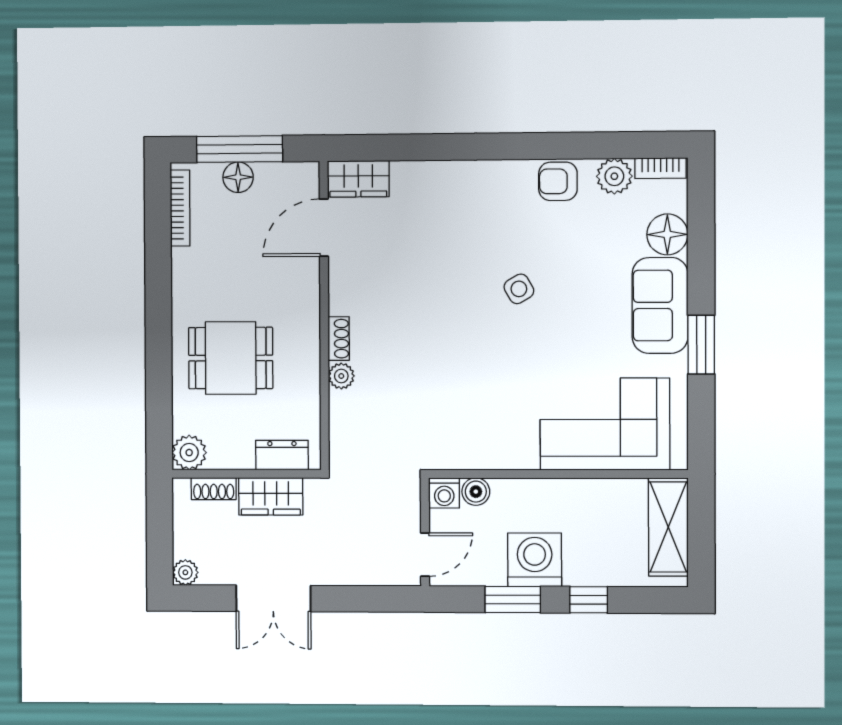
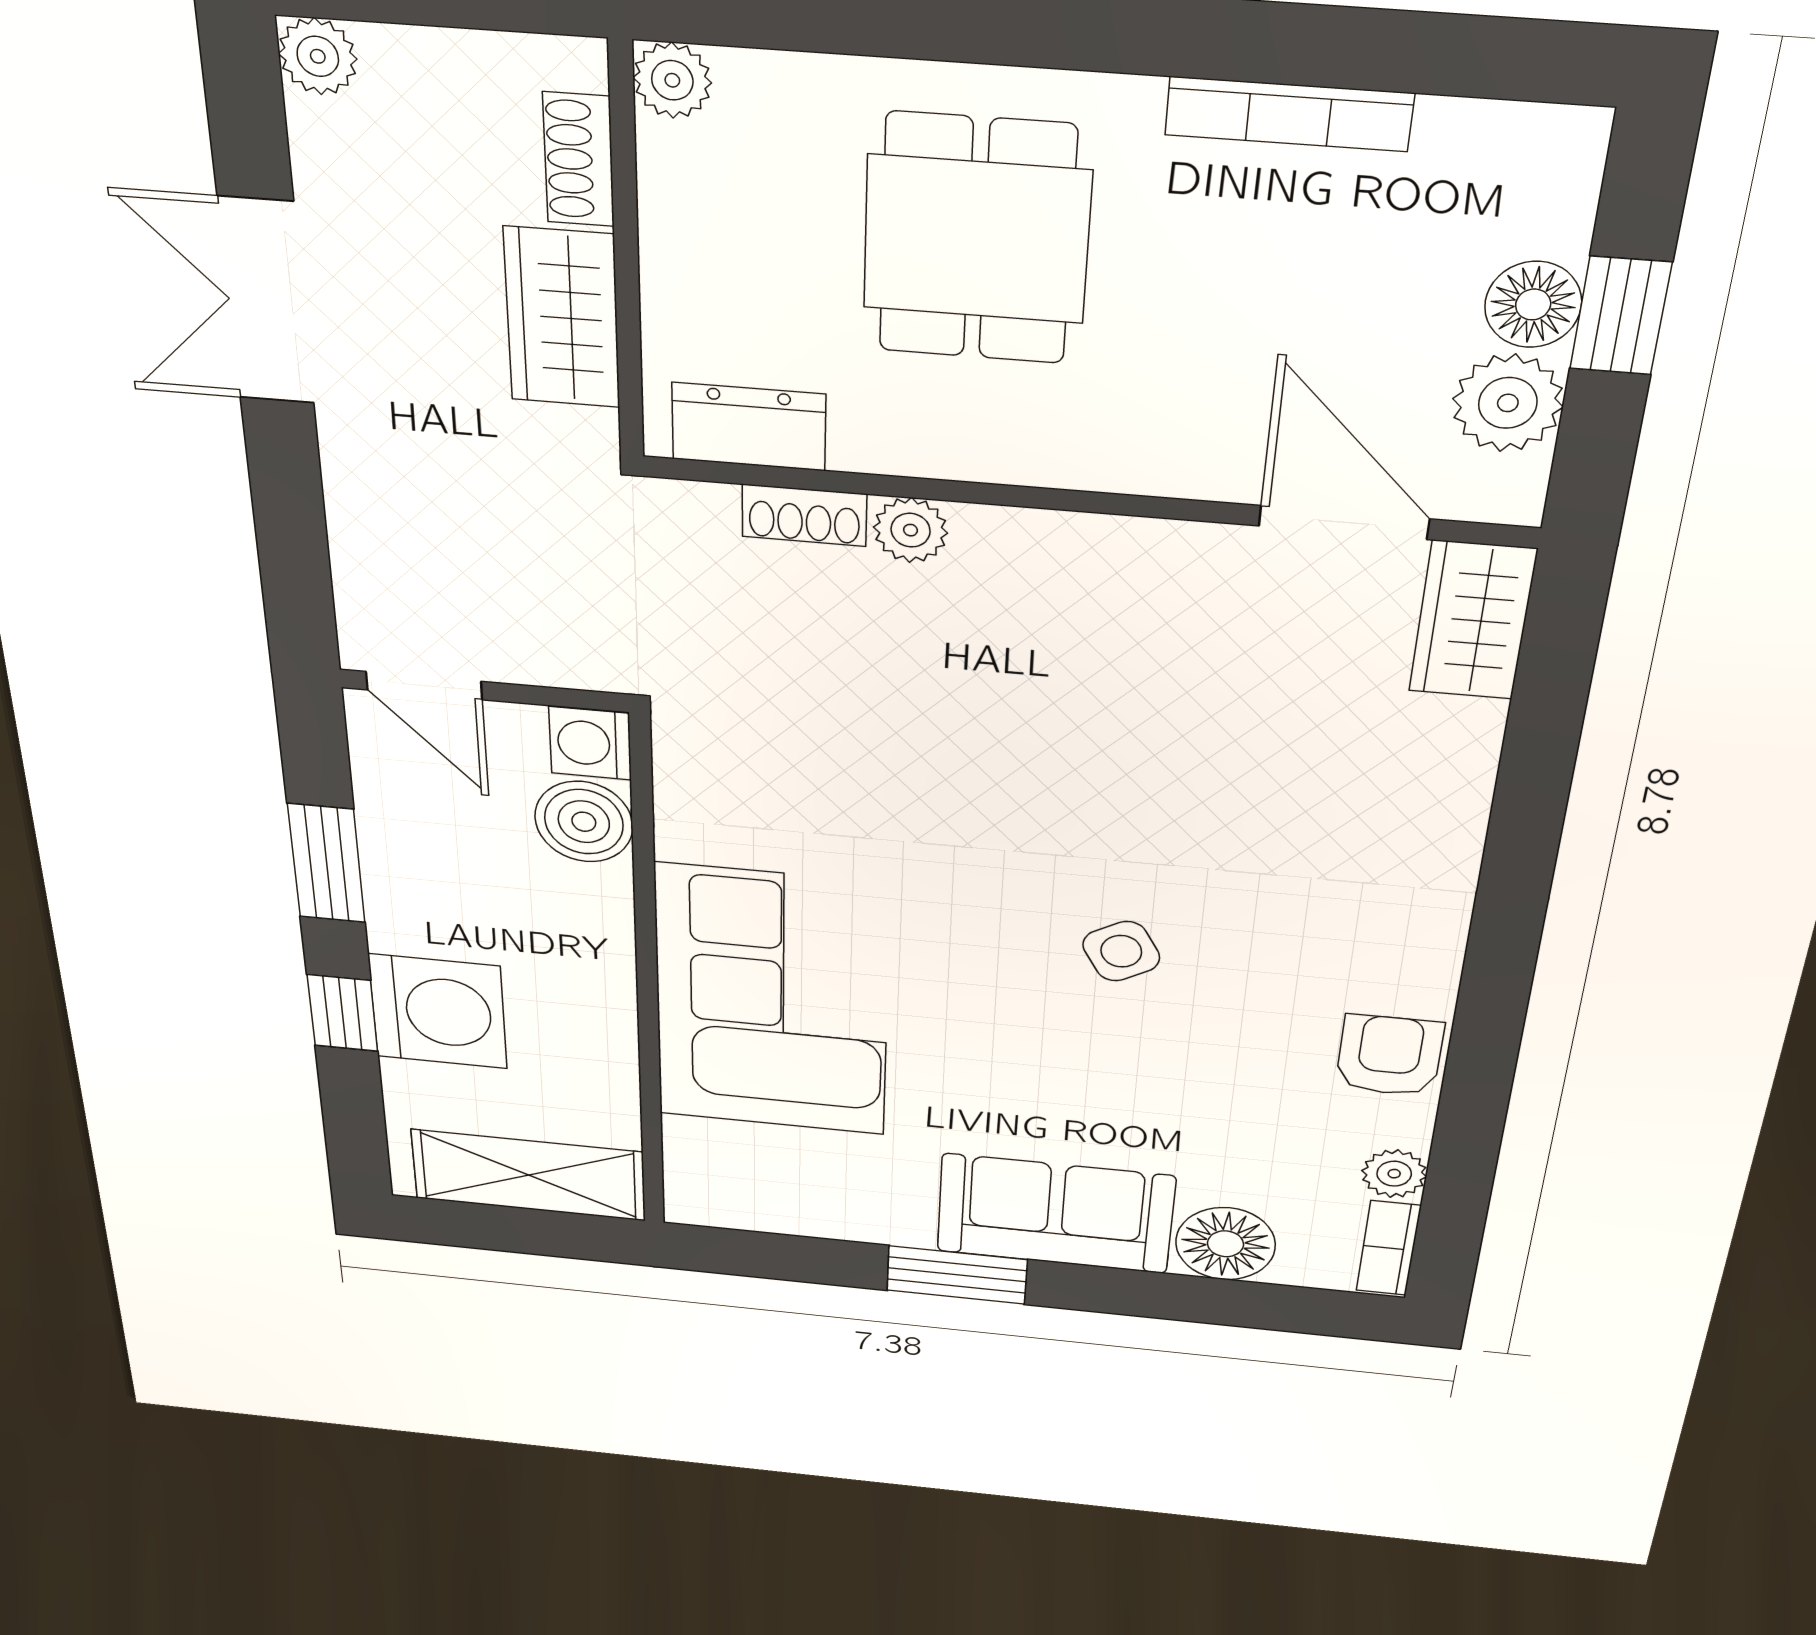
window: (240, 149) -> (1621, 316), width x0.46
plant: (614, 176) -> (1394, 1174), width x0.73, depth x0.73
plant: (274, 180) -> (1508, 403), added
bookcase: (180, 208) -> (1289, 114), moved
shoe rack: (339, 339) -> (804, 515), moved
corner sofa: (605, 424) -> (772, 1002), moved
plant: (189, 453) -> (672, 80), width x0.73, depth x0.73
dresser: (282, 455) -> (749, 427), moved, turned -90
boiler: (476, 492) -> (584, 822), width x1.36, depth x1.36
washing machine: (535, 560) -> (438, 1012), moved

